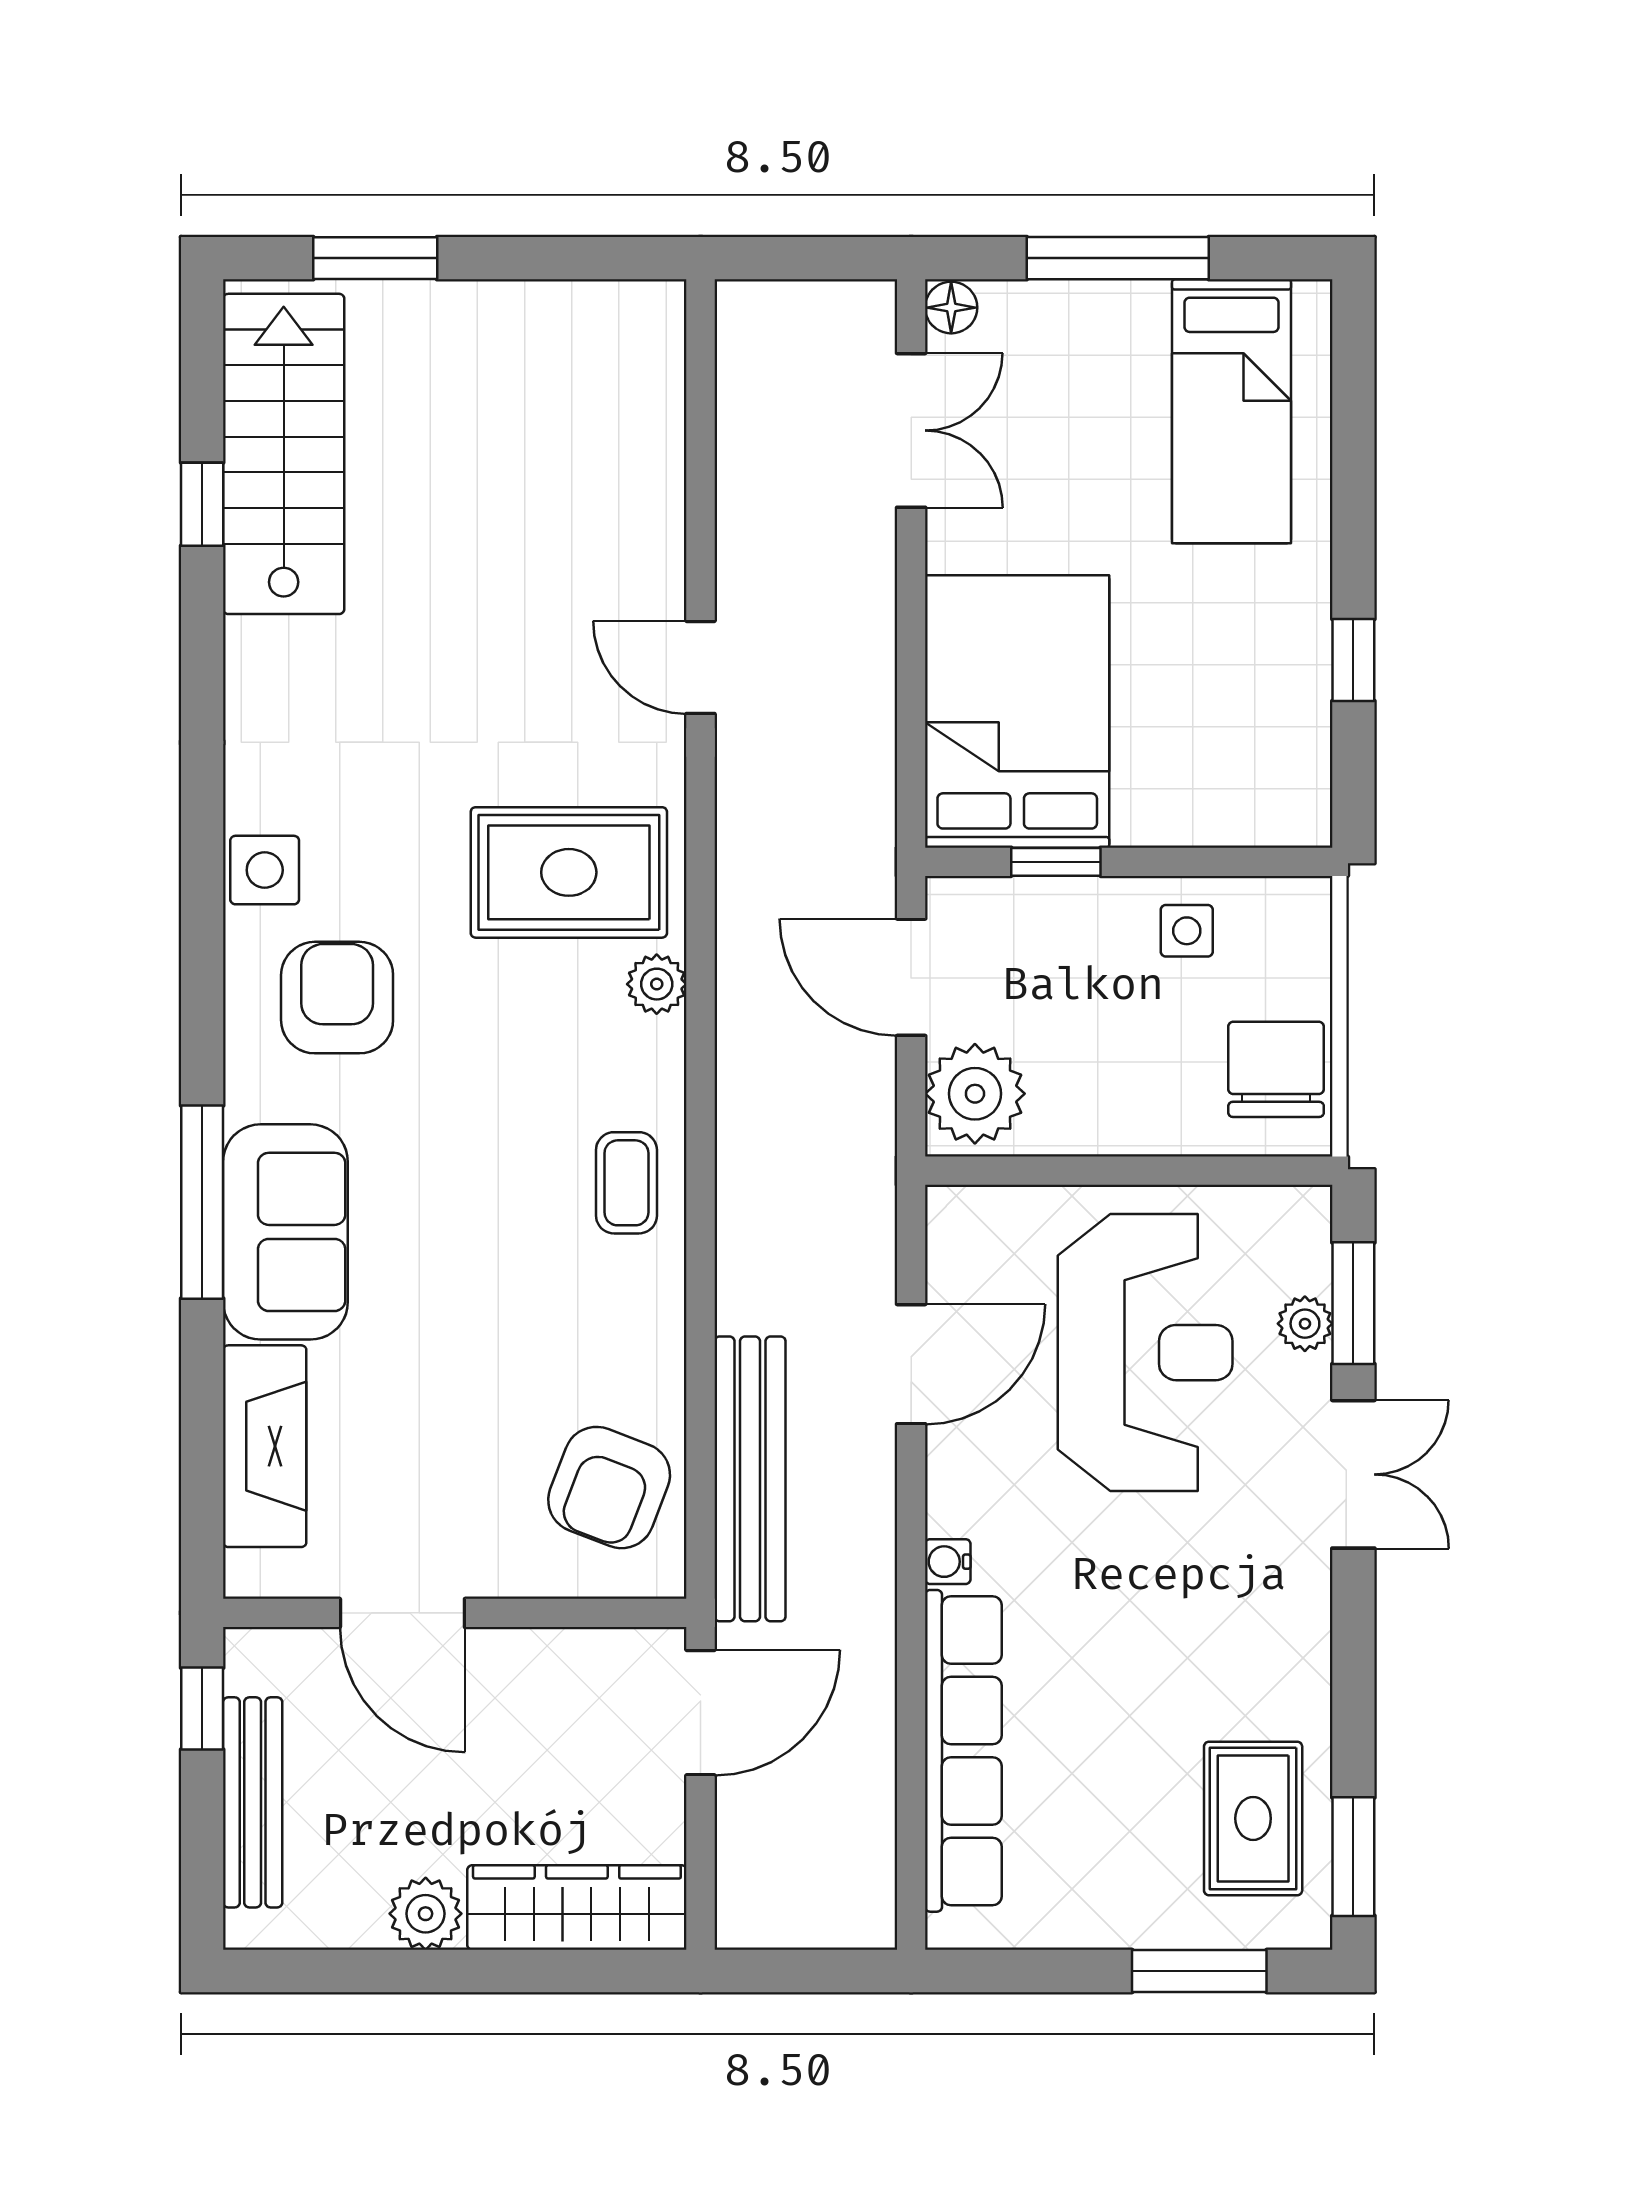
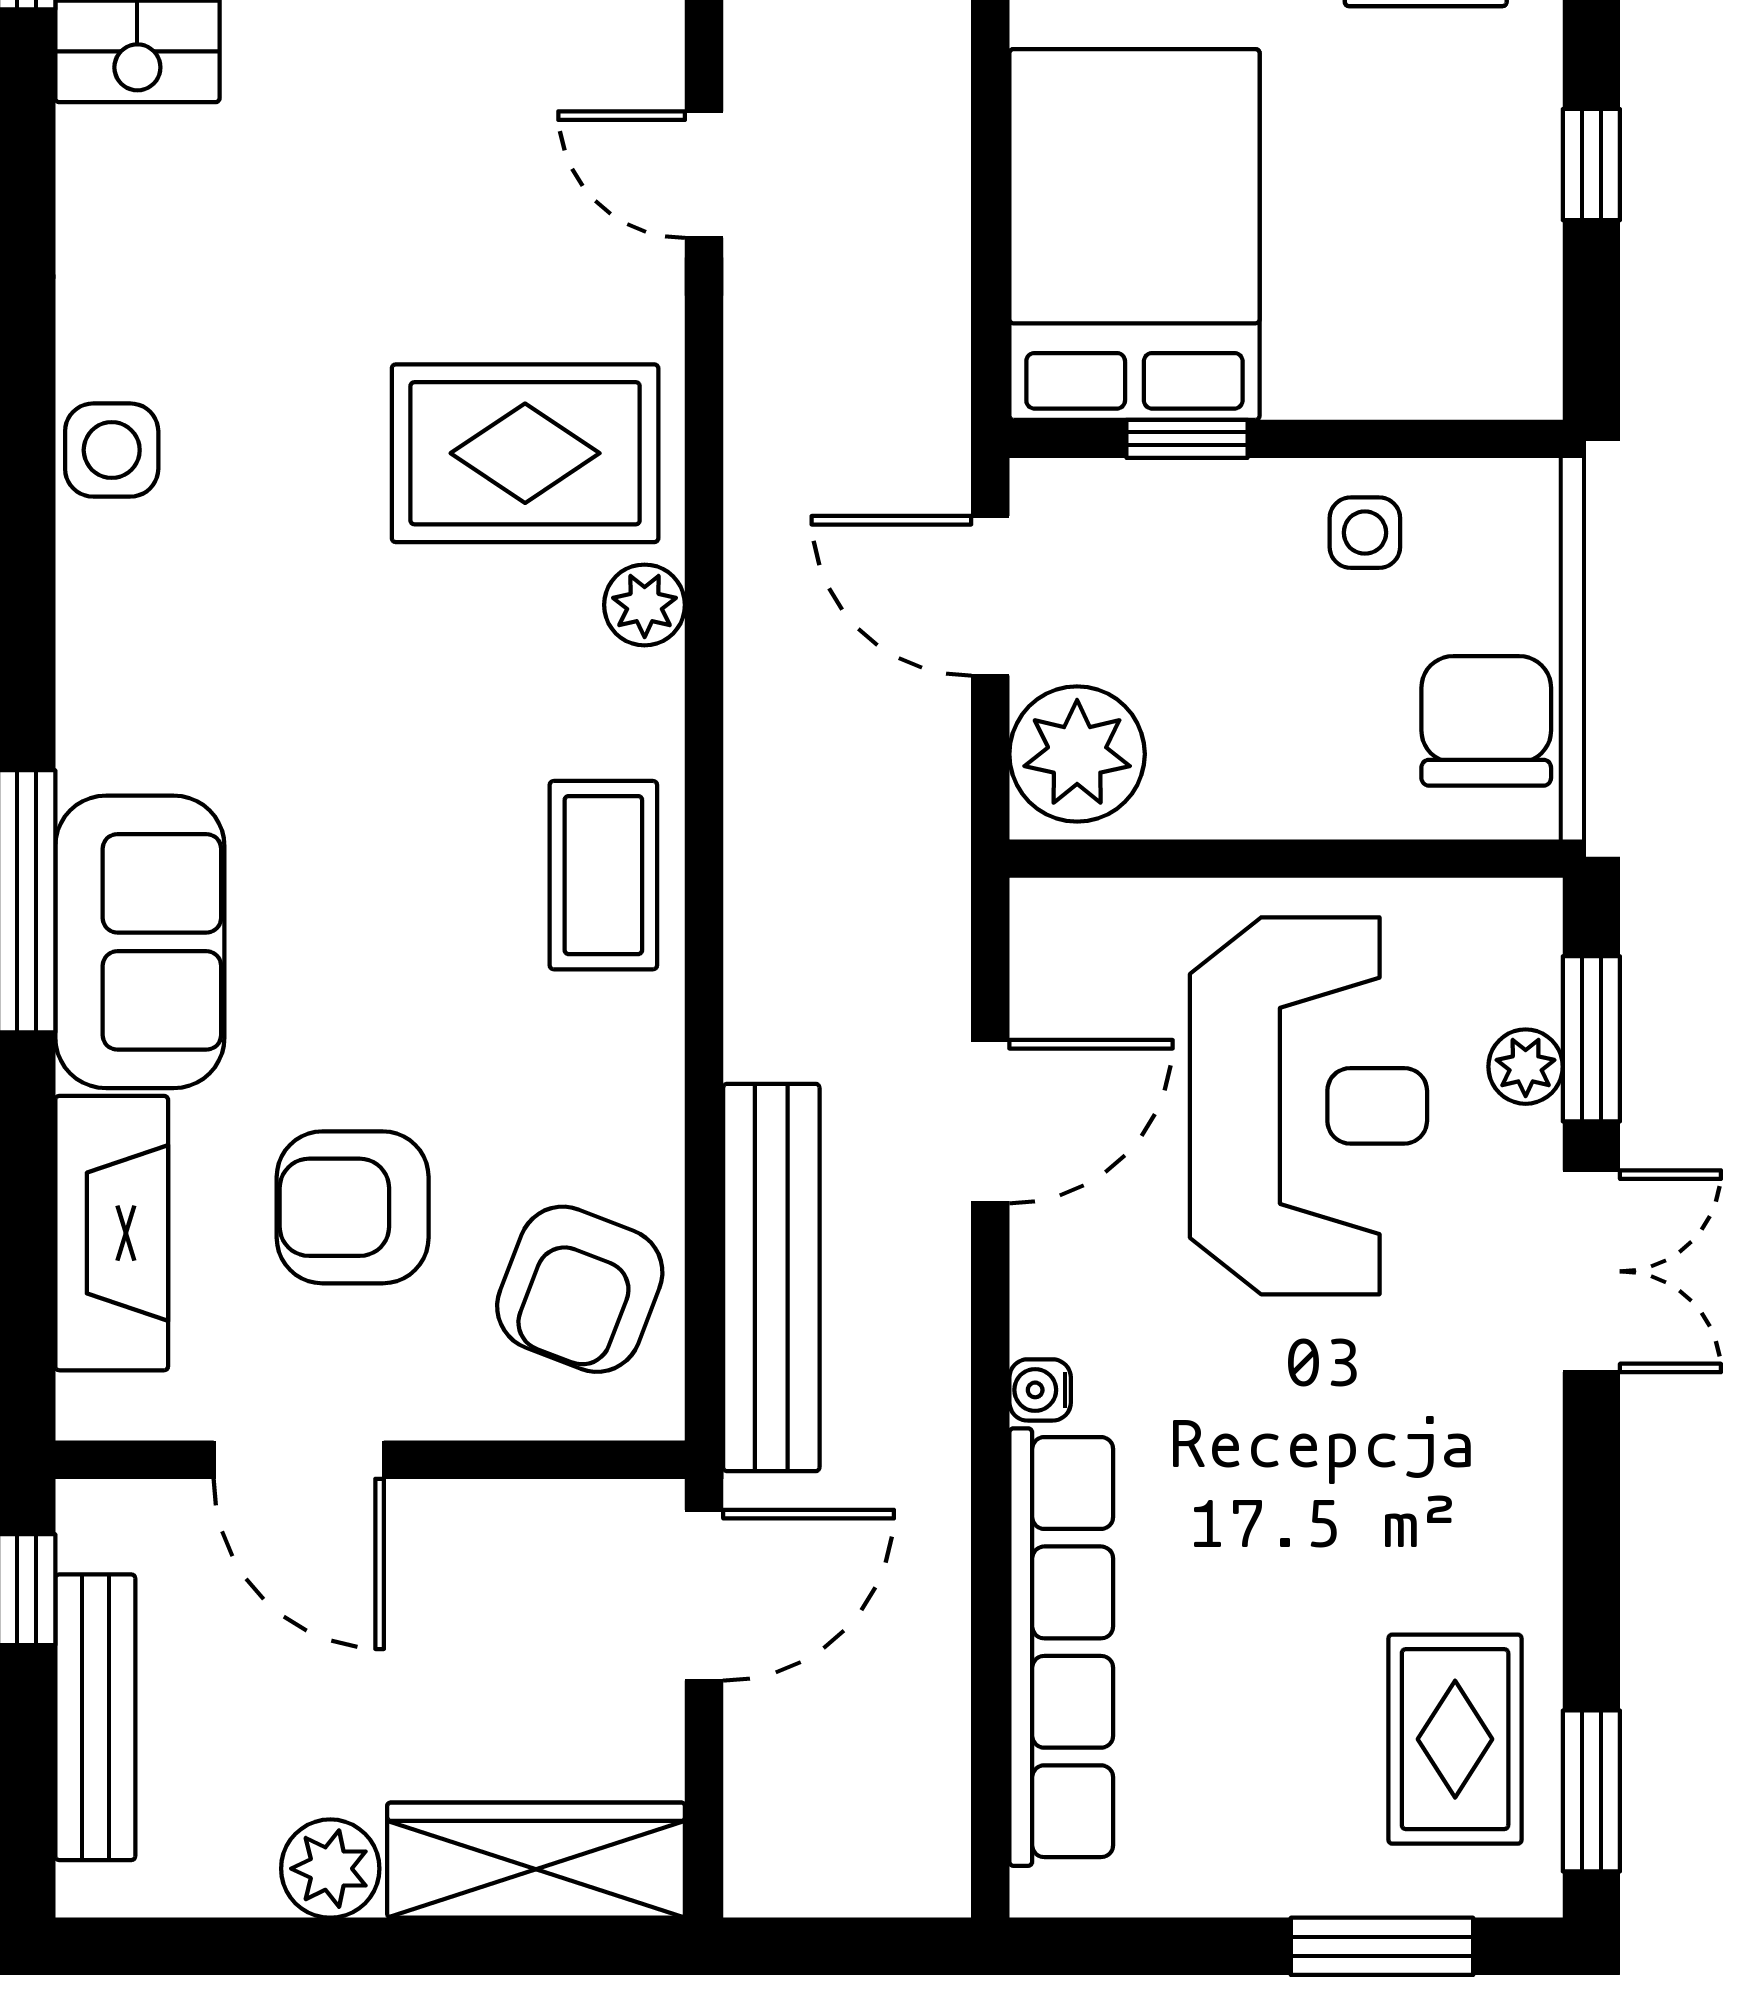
armchair: (337, 998) -> (353, 1207), moved, turned -90
coffee table: (626, 1183) -> (603, 875), width x1.36, depth x1.30

